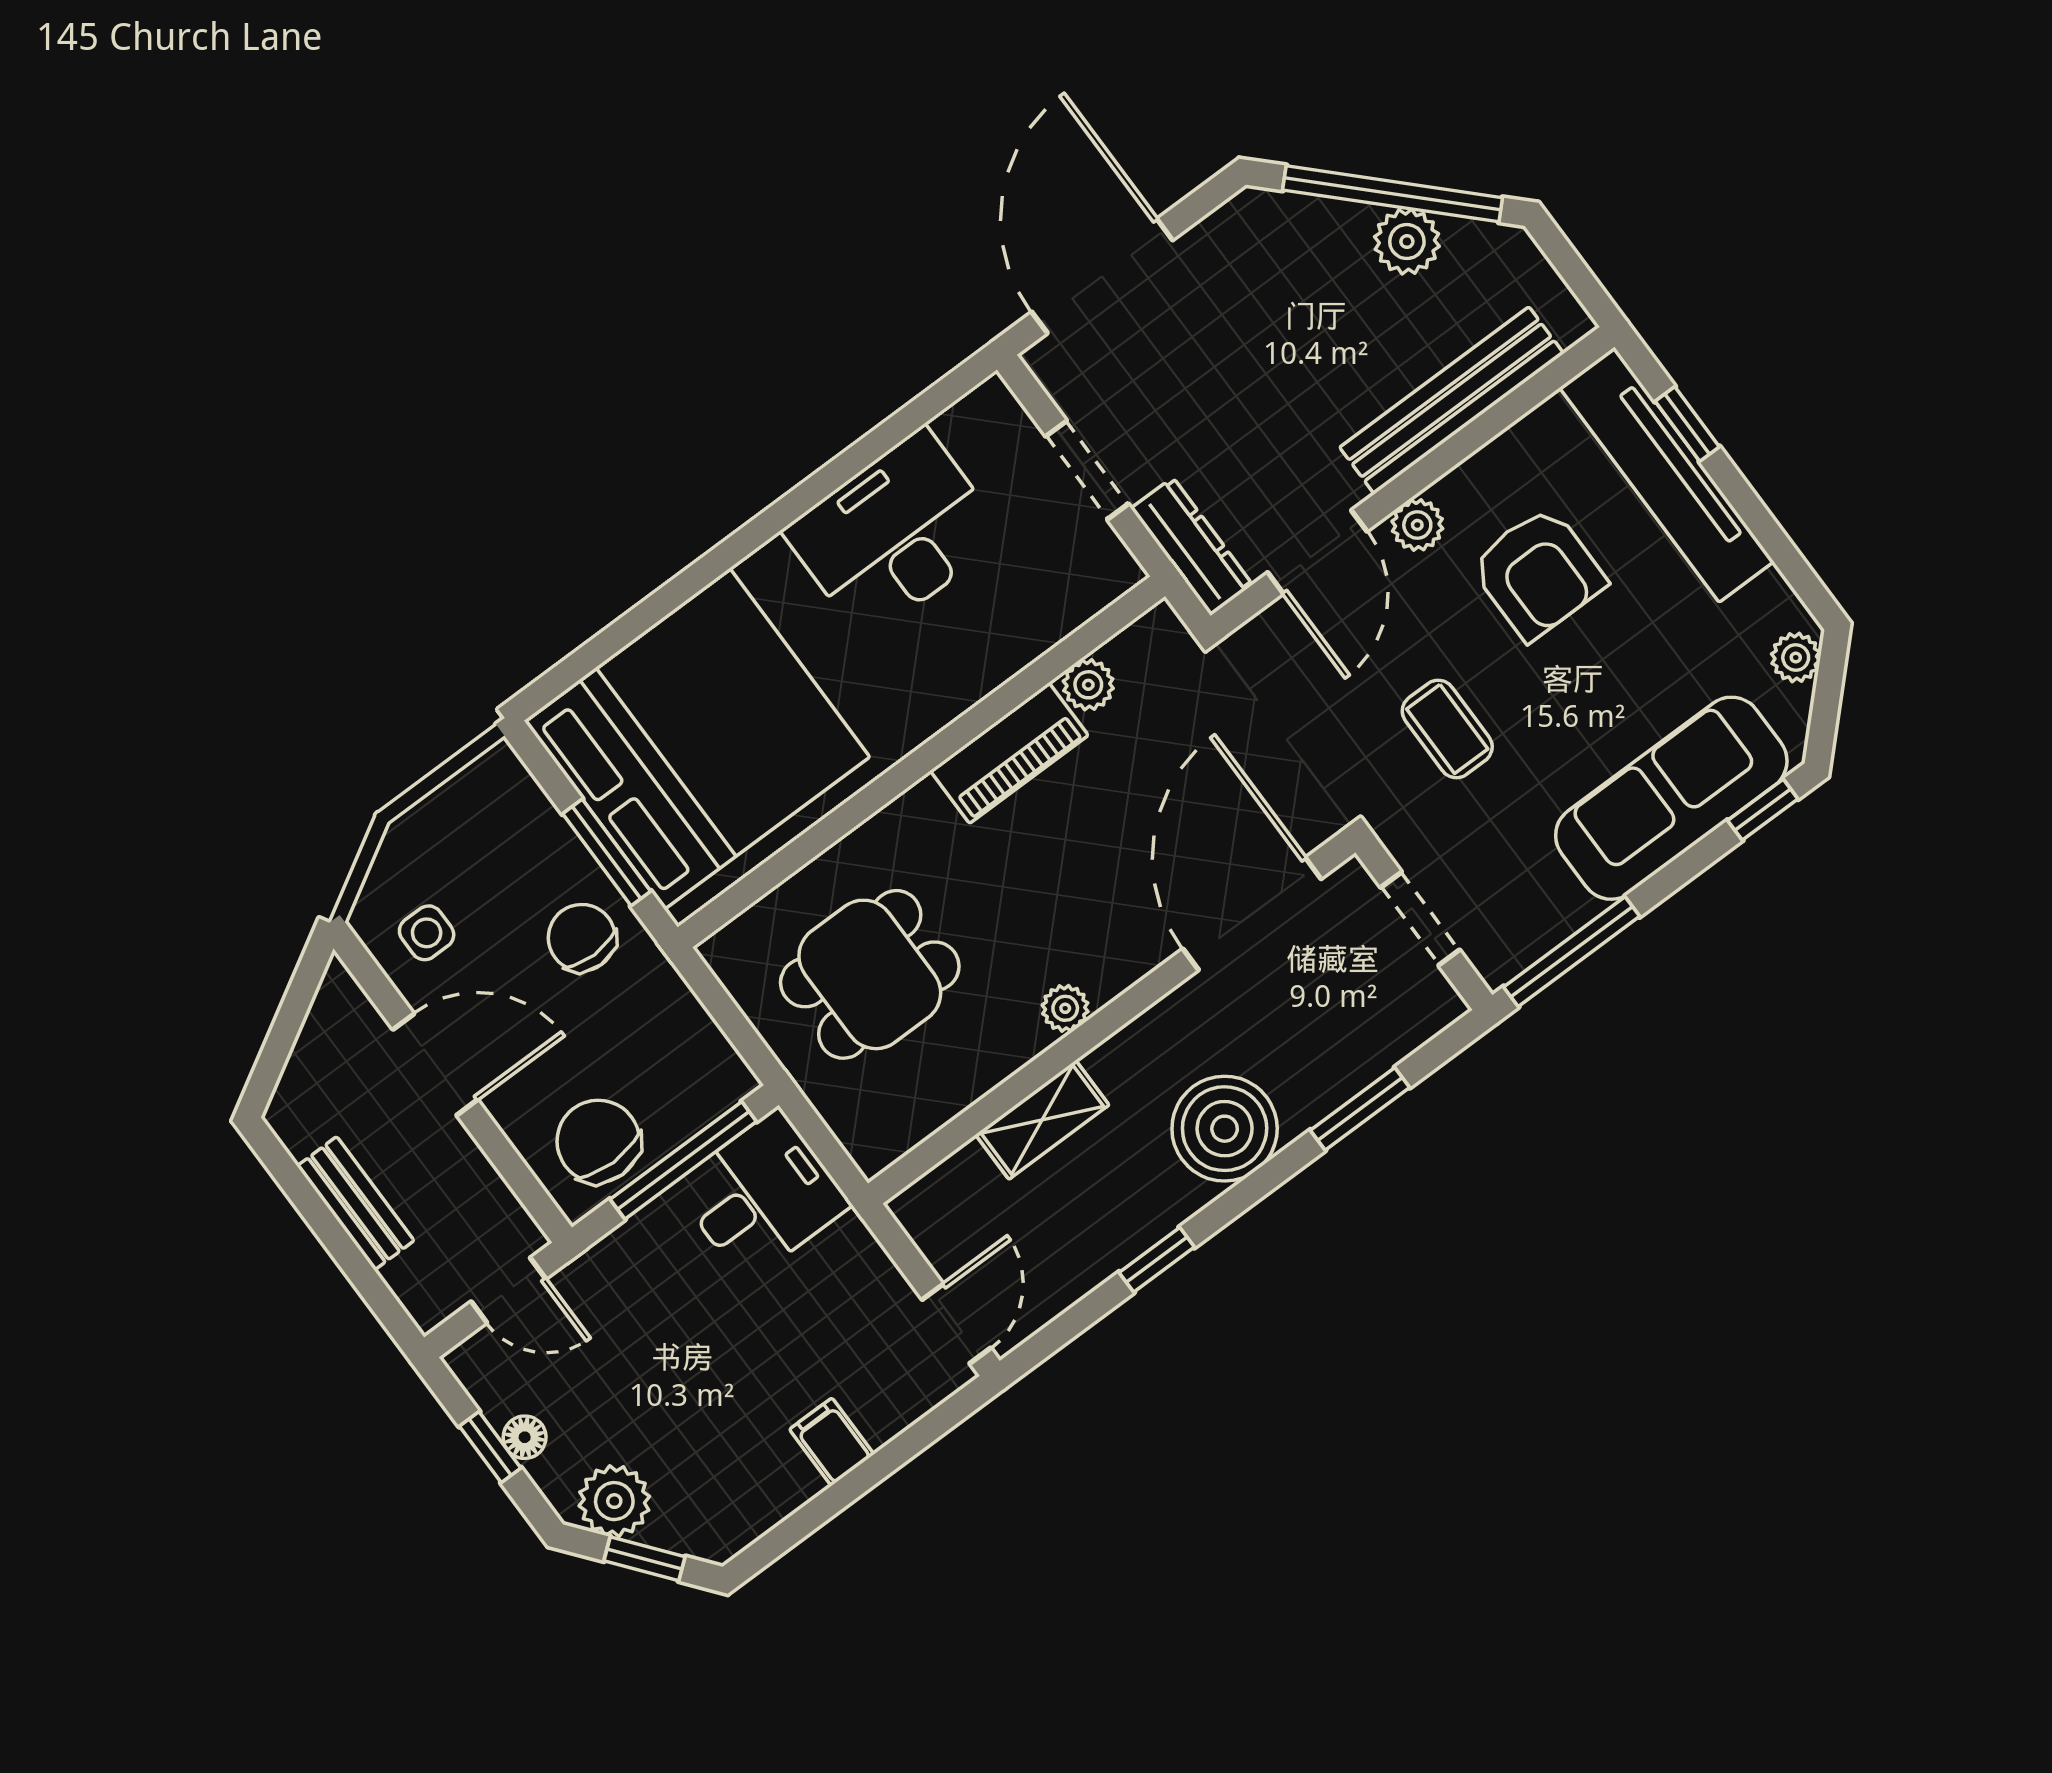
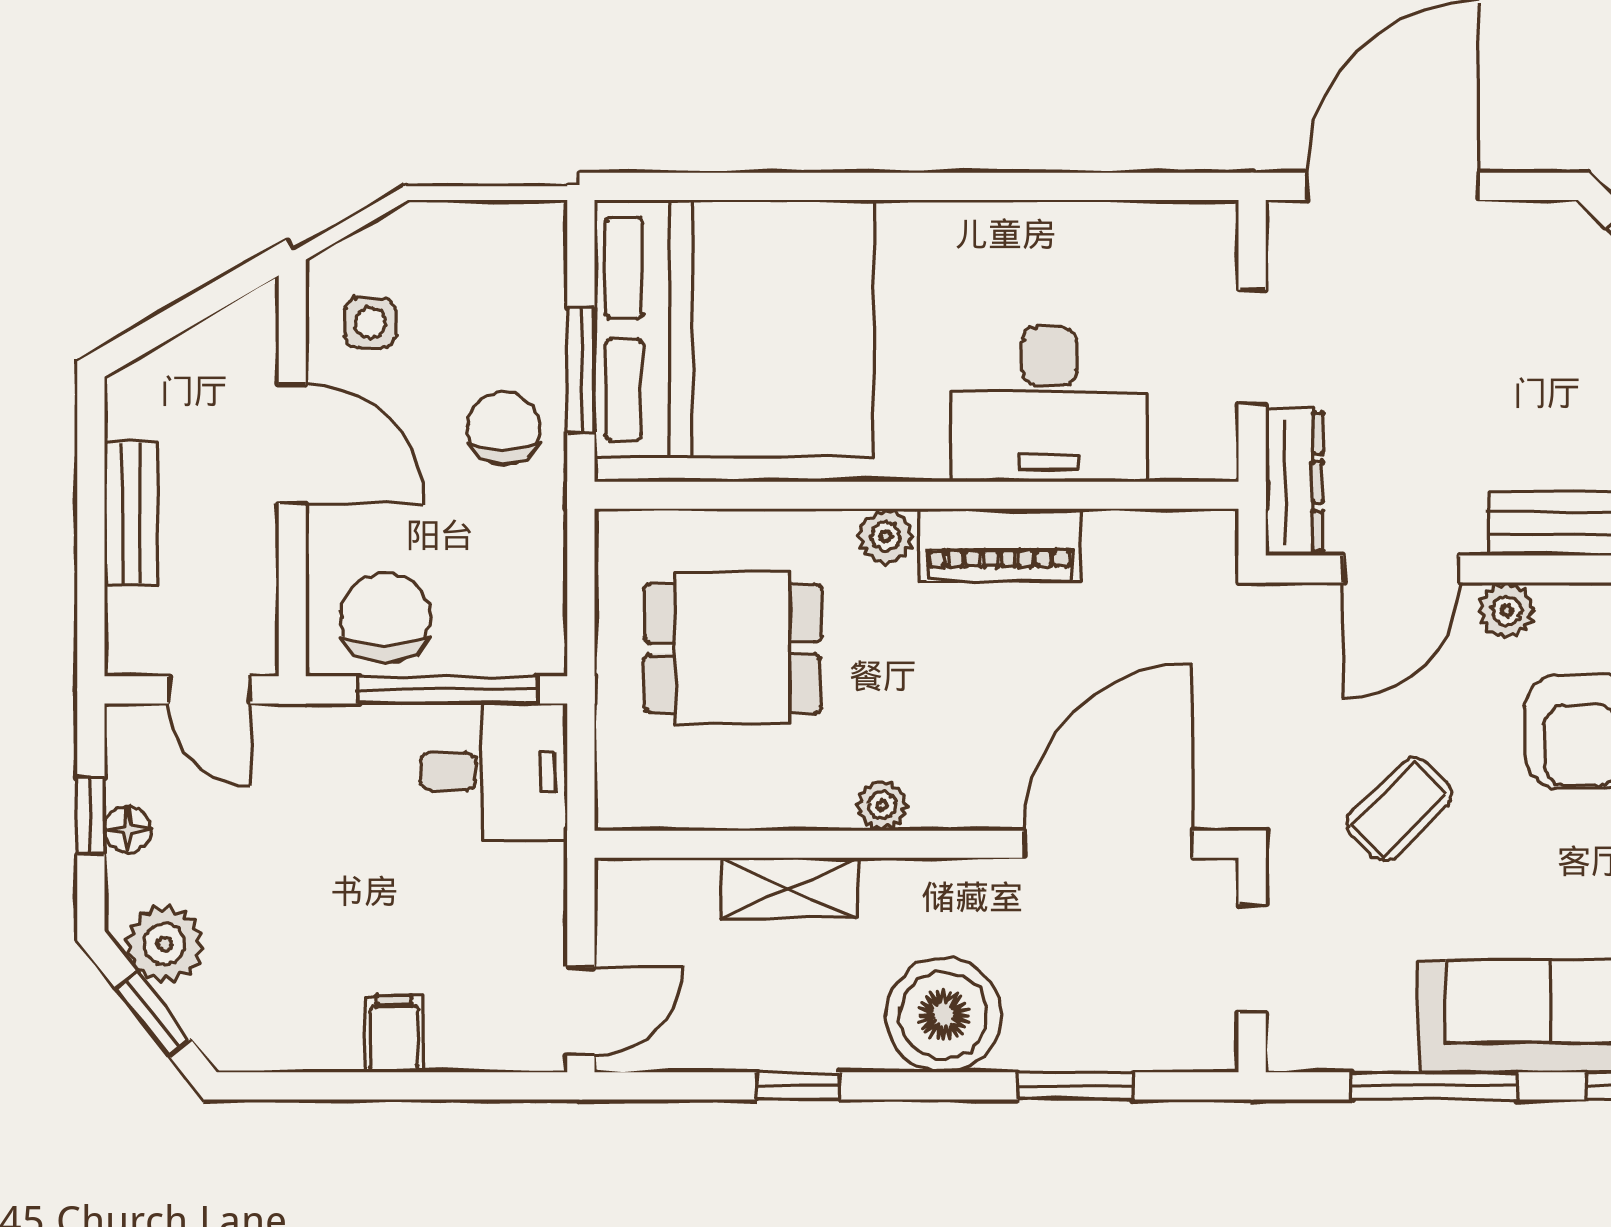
desk: (894, 534) -> (1049, 404), moved, turned 180
plant: (1088, 685) -> (885, 536), moved
coffee table: (1447, 729) -> (1400, 809), turned 45
window: (1572, 952) -> (1434, 1086), moved

